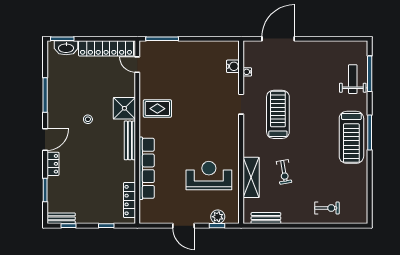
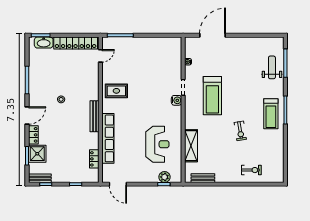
door: (137, 65) -> (100, 56), swing flipped
water cooler: (233, 66) -> (177, 100), moved
shower: (124, 108) -> (37, 154), moved
treadmill: (278, 114) -> (212, 96), turned 180
treadmill: (351, 137) -> (271, 114), width x0.73, depth x0.73
exercise bike: (284, 172) -> (240, 131), moved
reception desk: (209, 176) -> (157, 144), turned 90
locker: (129, 200) -> (94, 159), width x0.66
door: (184, 226) -> (118, 184), moved

